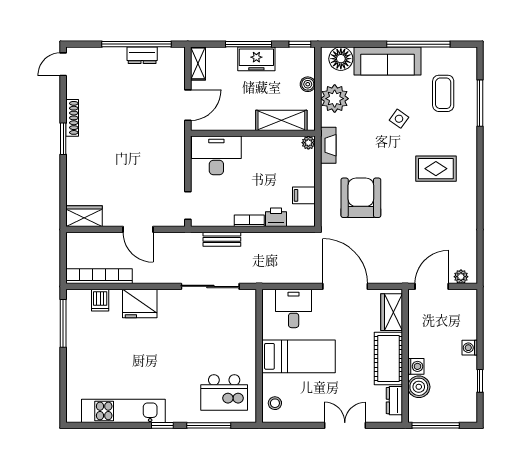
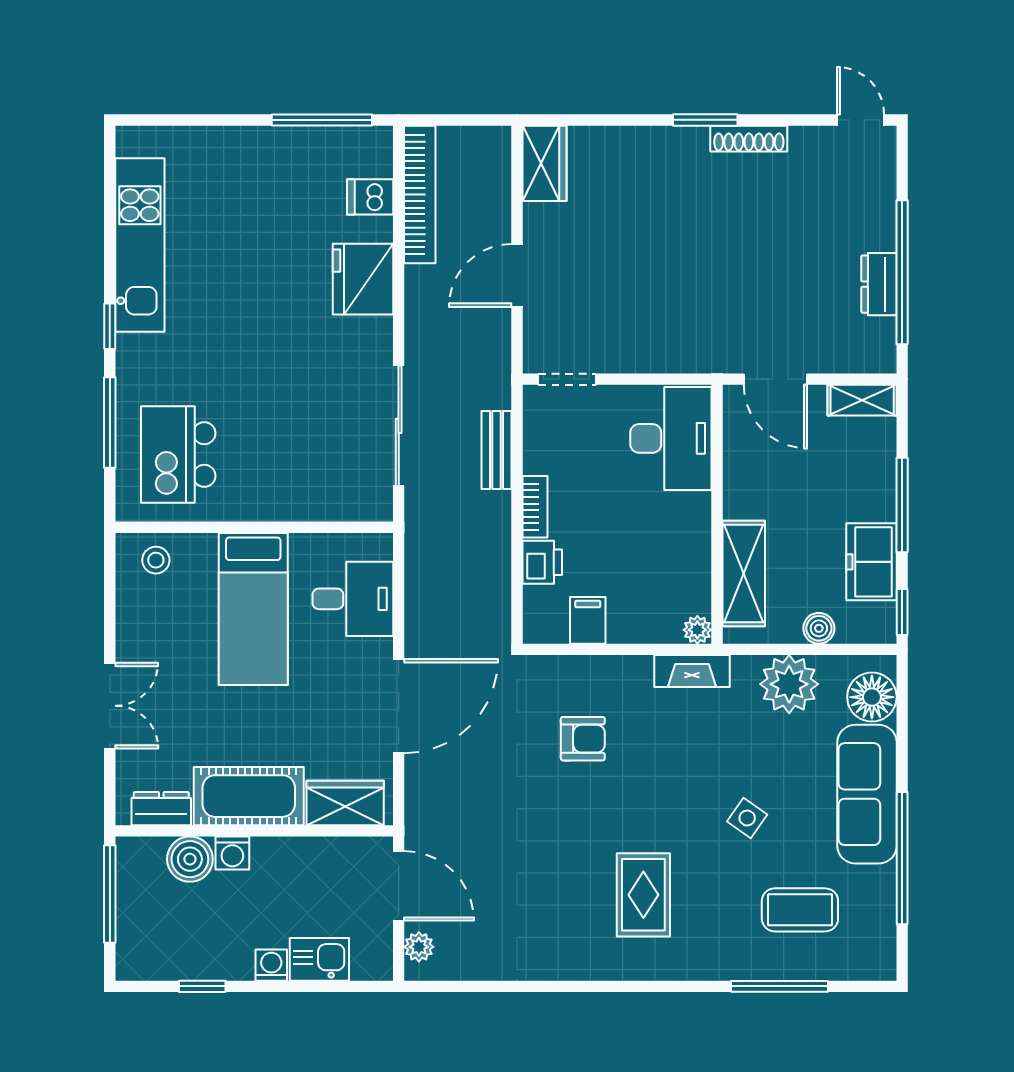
freezer: (256, 59) -> (871, 562), moved
armchair: (361, 198) -> (583, 739), width x0.53, depth x0.53
kitchen sink: (467, 325) -> (319, 959), added

